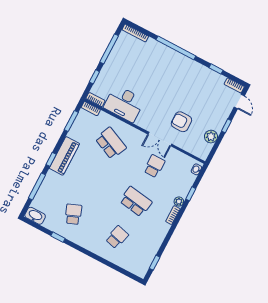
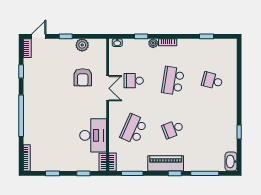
window: (109, 49) -> (53, 173), width x0.46
school desk: (73, 214) -> (173, 129), moved
window: (155, 263) -> (206, 36), moved

